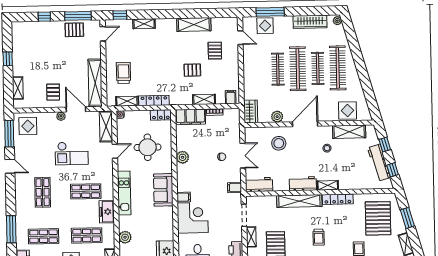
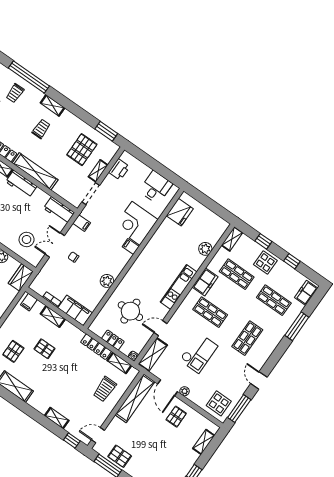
locker: (161, 115) -> (113, 340), moved
stool: (279, 143) -> (27, 239), moved
checkout: (72, 153) -> (199, 353), turned 90
sofa: (163, 190) -> (144, 265), removed

